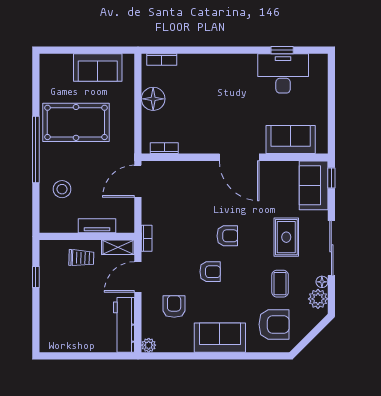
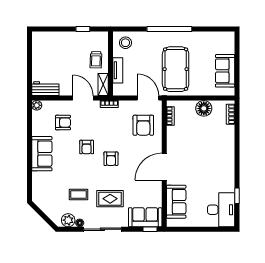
desk: (283, 73) -> (221, 210), moved
pool table: (76, 122) -> (176, 69), moved
stool: (62, 189) -> (125, 43), moved
armchair: (274, 324) -> (143, 125), moved
workbench: (124, 325) -> (45, 89), width x0.73

